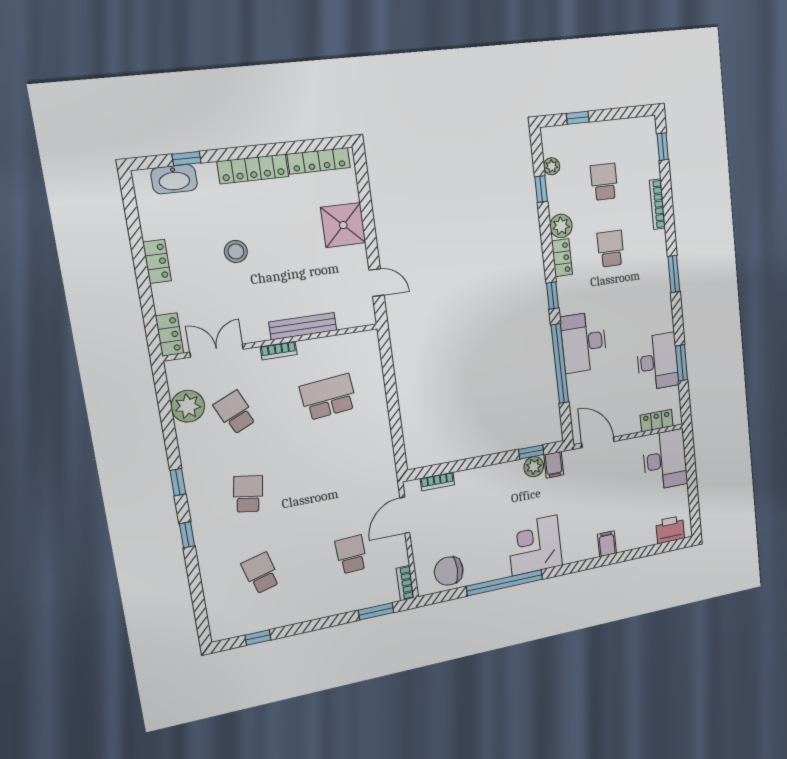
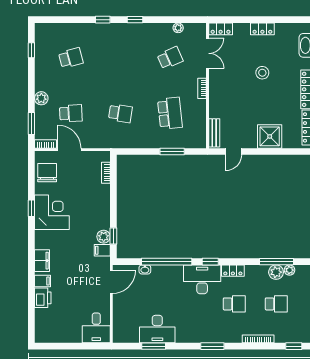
window: (541, 189) -> (276, 262), width x2.17
plant: (561, 226) -> (276, 272), moved
bench: (303, 326) -> (214, 133), moved, width x0.73
desk: (584, 342) -> (202, 279), moved
window: (390, 383) -> (172, 152), added
washbasin: (575, 395) -> (145, 269), added
plant: (188, 406) -> (178, 28), width x0.53, depth x0.53
locker: (657, 421) -> (118, 325), removed
desk: (665, 460) -> (96, 328), width x0.73
school desk: (248, 494) -> (120, 113), moved
door: (405, 515) -> (70, 150), moved
printer: (670, 530) -> (43, 298), moved
corner desk: (535, 545) -> (52, 212), moved
filing cabinet: (578, 551) -> (42, 261), added
window: (505, 583) -> (31, 208), width x0.32
plant: (334, 605) -> (41, 98), added

